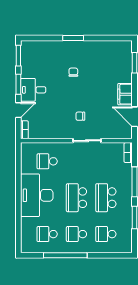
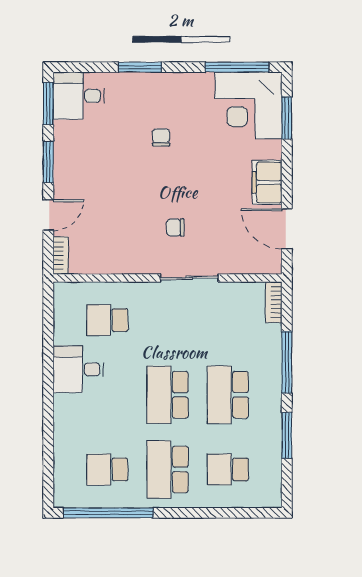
window: (73, 38) -> (140, 67), moved
window: (110, 38) -> (237, 67), added
corner desk: (116, 57) -> (249, 105), added
desk: (33, 90) -> (79, 96), moved
desk: (37, 195) -> (78, 369), width x0.53, depth x0.77
school desk: (76, 234) -> (168, 469), width x1.85
window: (65, 255) -> (108, 513), moved

